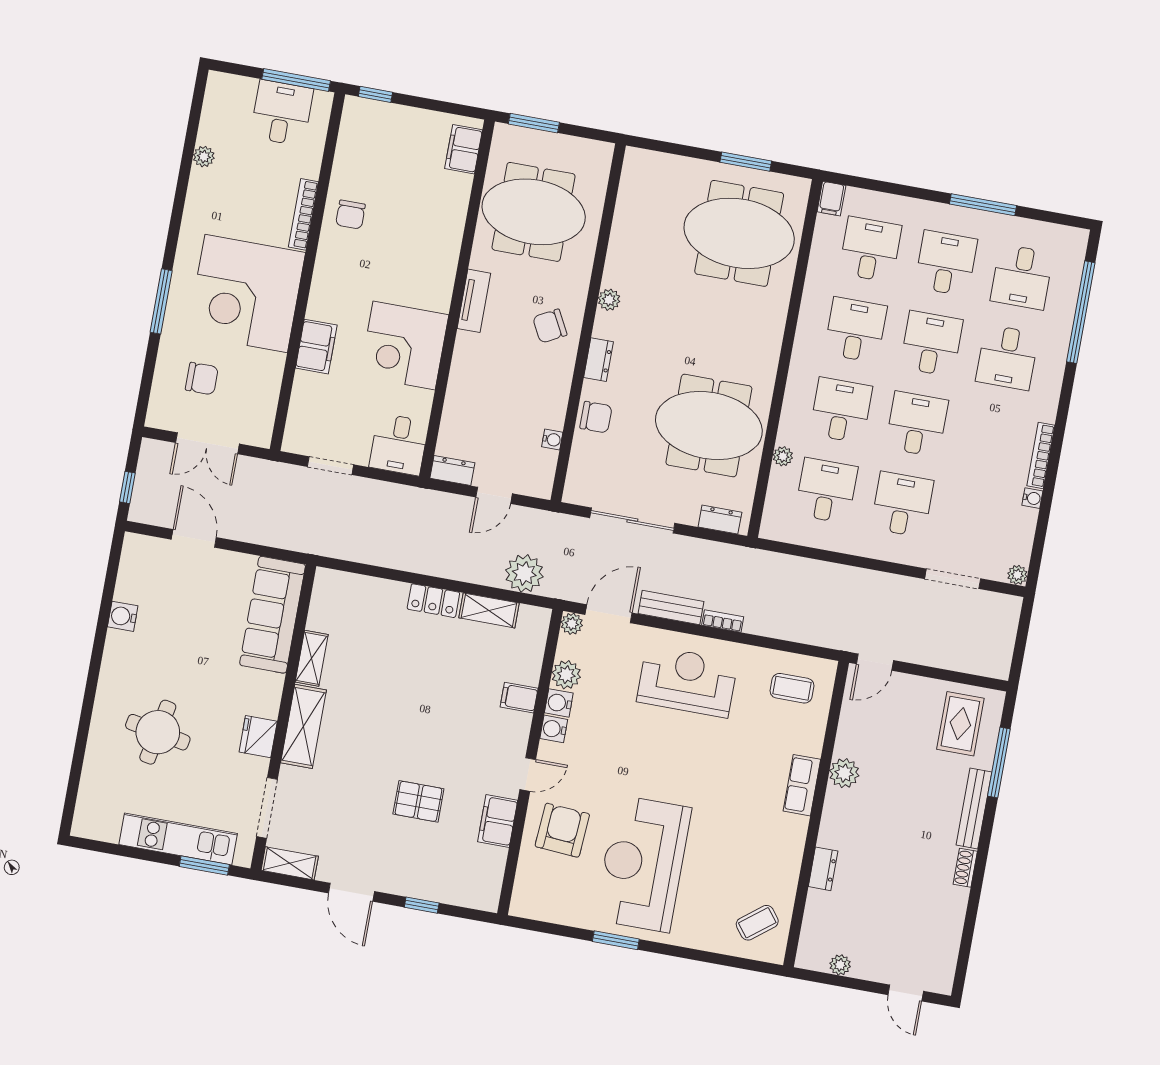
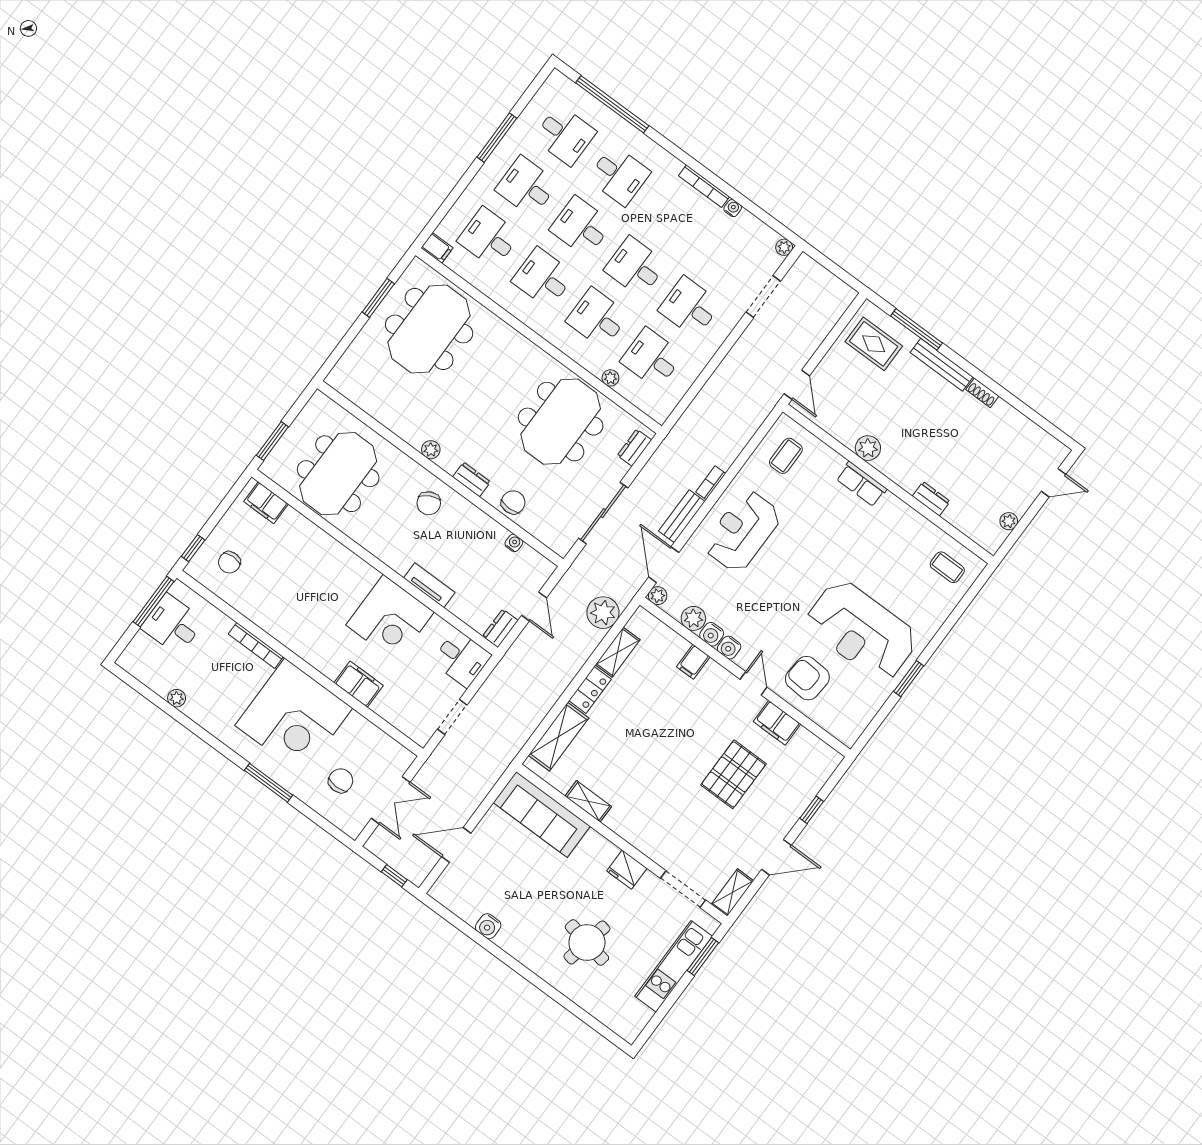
chair: (350, 215) -> (229, 562), moved, turned 88
tv unit: (474, 301) -> (429, 585), moved
shelving: (303, 726) -> (558, 737), moved, turned 90
pallet: (418, 801) -> (733, 774), width x1.50, depth x1.42
coffee table: (757, 923) -> (947, 567), turned -52

